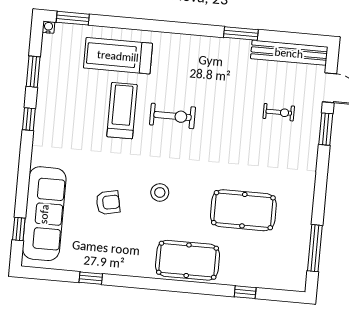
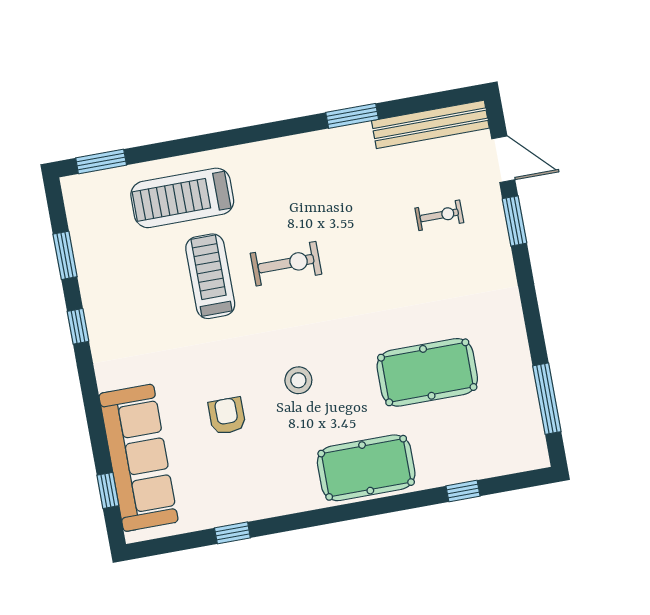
water cooler: (48, 27) -> (69, 184), removed
armchair: (108, 203) -> (227, 416), turned -78

